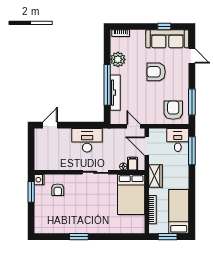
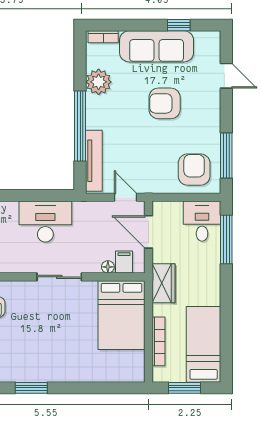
sofa: (167, 39) -> (157, 46), moved
tv unit: (115, 93) -> (94, 161), moved

